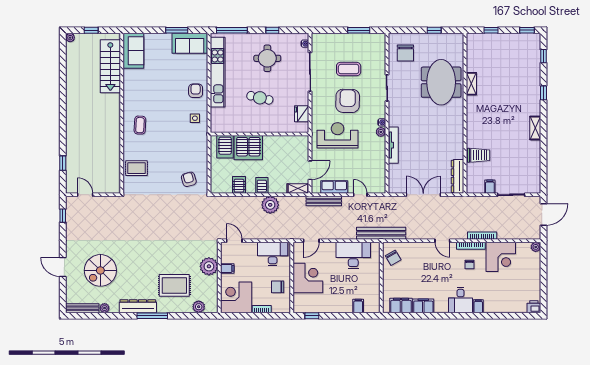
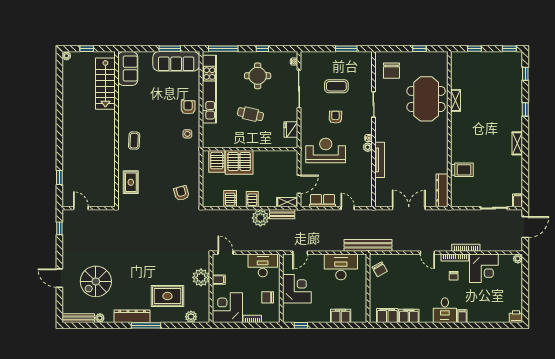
sofa: (190, 43) -> (176, 61), width x1.36
armchair: (348, 101) -> (335, 117), width x0.53, depth x0.53
rug: (136, 168) -> (131, 182), turned 90
filing cabinet: (490, 187) -> (518, 200), moved
bench: (324, 201) -> (282, 214), moved, width x0.73
filing cabinet: (358, 306) -> (341, 316), width x2.00

